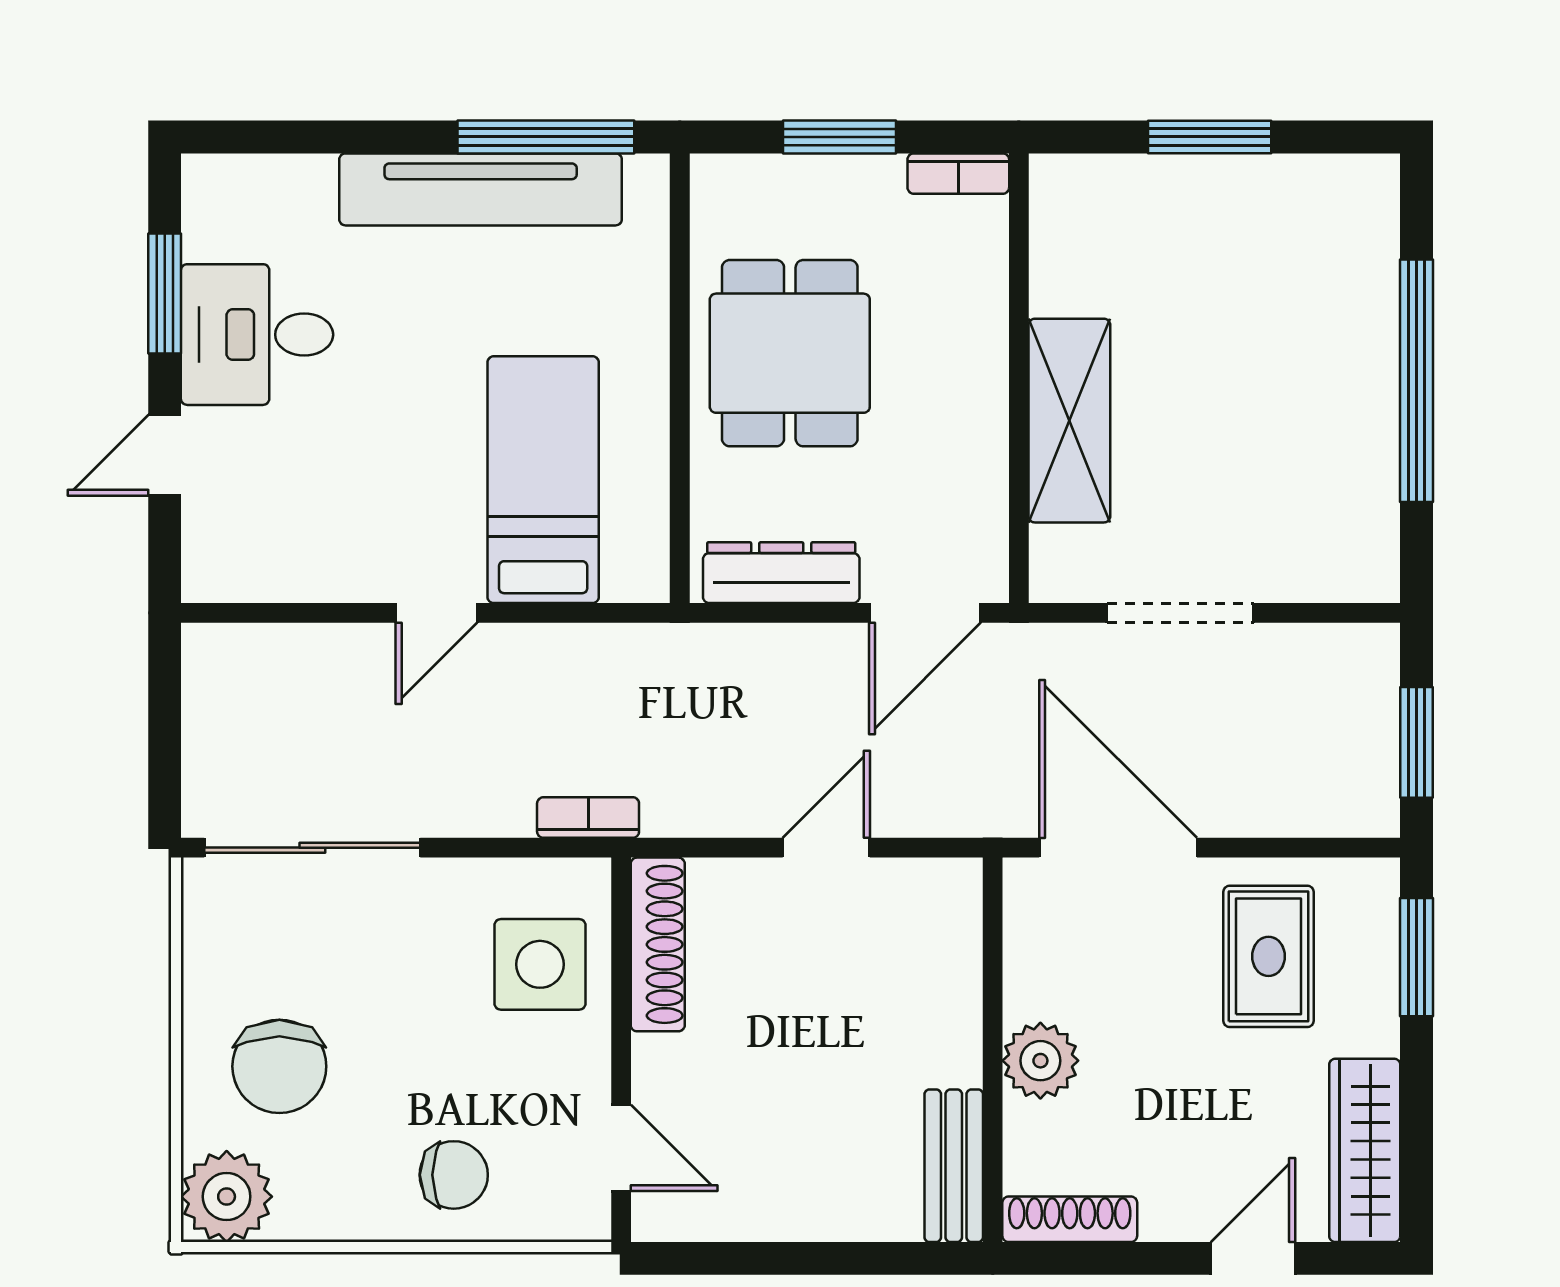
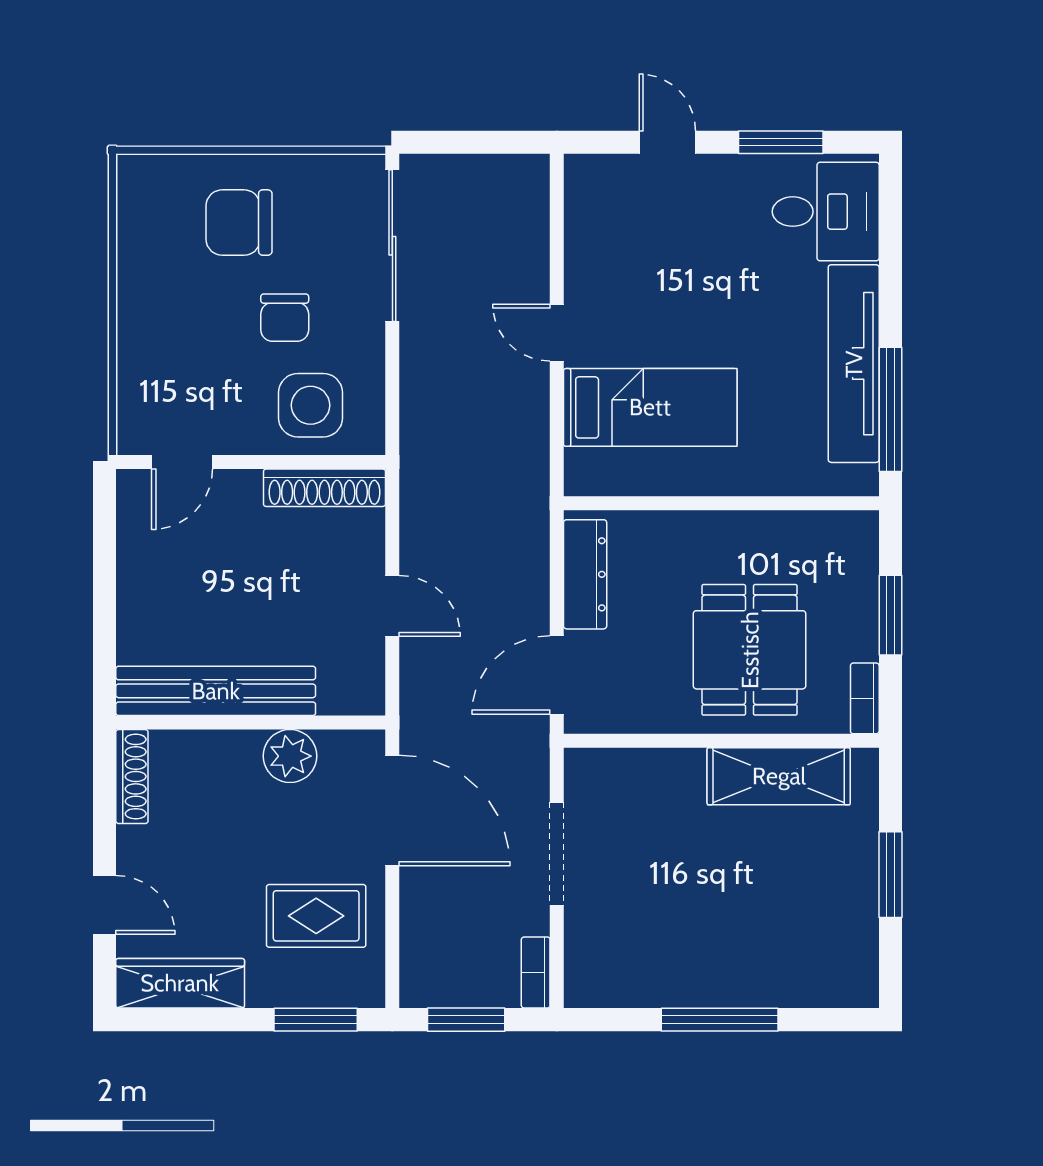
desk: (257, 335) -> (826, 212), moved, turned 90
dining table: (790, 353) -> (750, 650), moved, turned 90
window: (1417, 381) -> (720, 1020), width x0.68
shelving: (1069, 421) -> (779, 776), moved
door: (925, 613) -> (557, 675), hinge flipped
bookcase: (588, 818) -> (536, 972), moved, turned 180
door: (1118, 848) -> (392, 810), hinge flipped
plant: (1040, 1061) -> (290, 756), moved
bench: (954, 1166) -> (216, 691), width x1.86, depth x1.21
chair: (454, 1175) -> (285, 318), moved
plant: (227, 1197) -> (148, 186), removed

